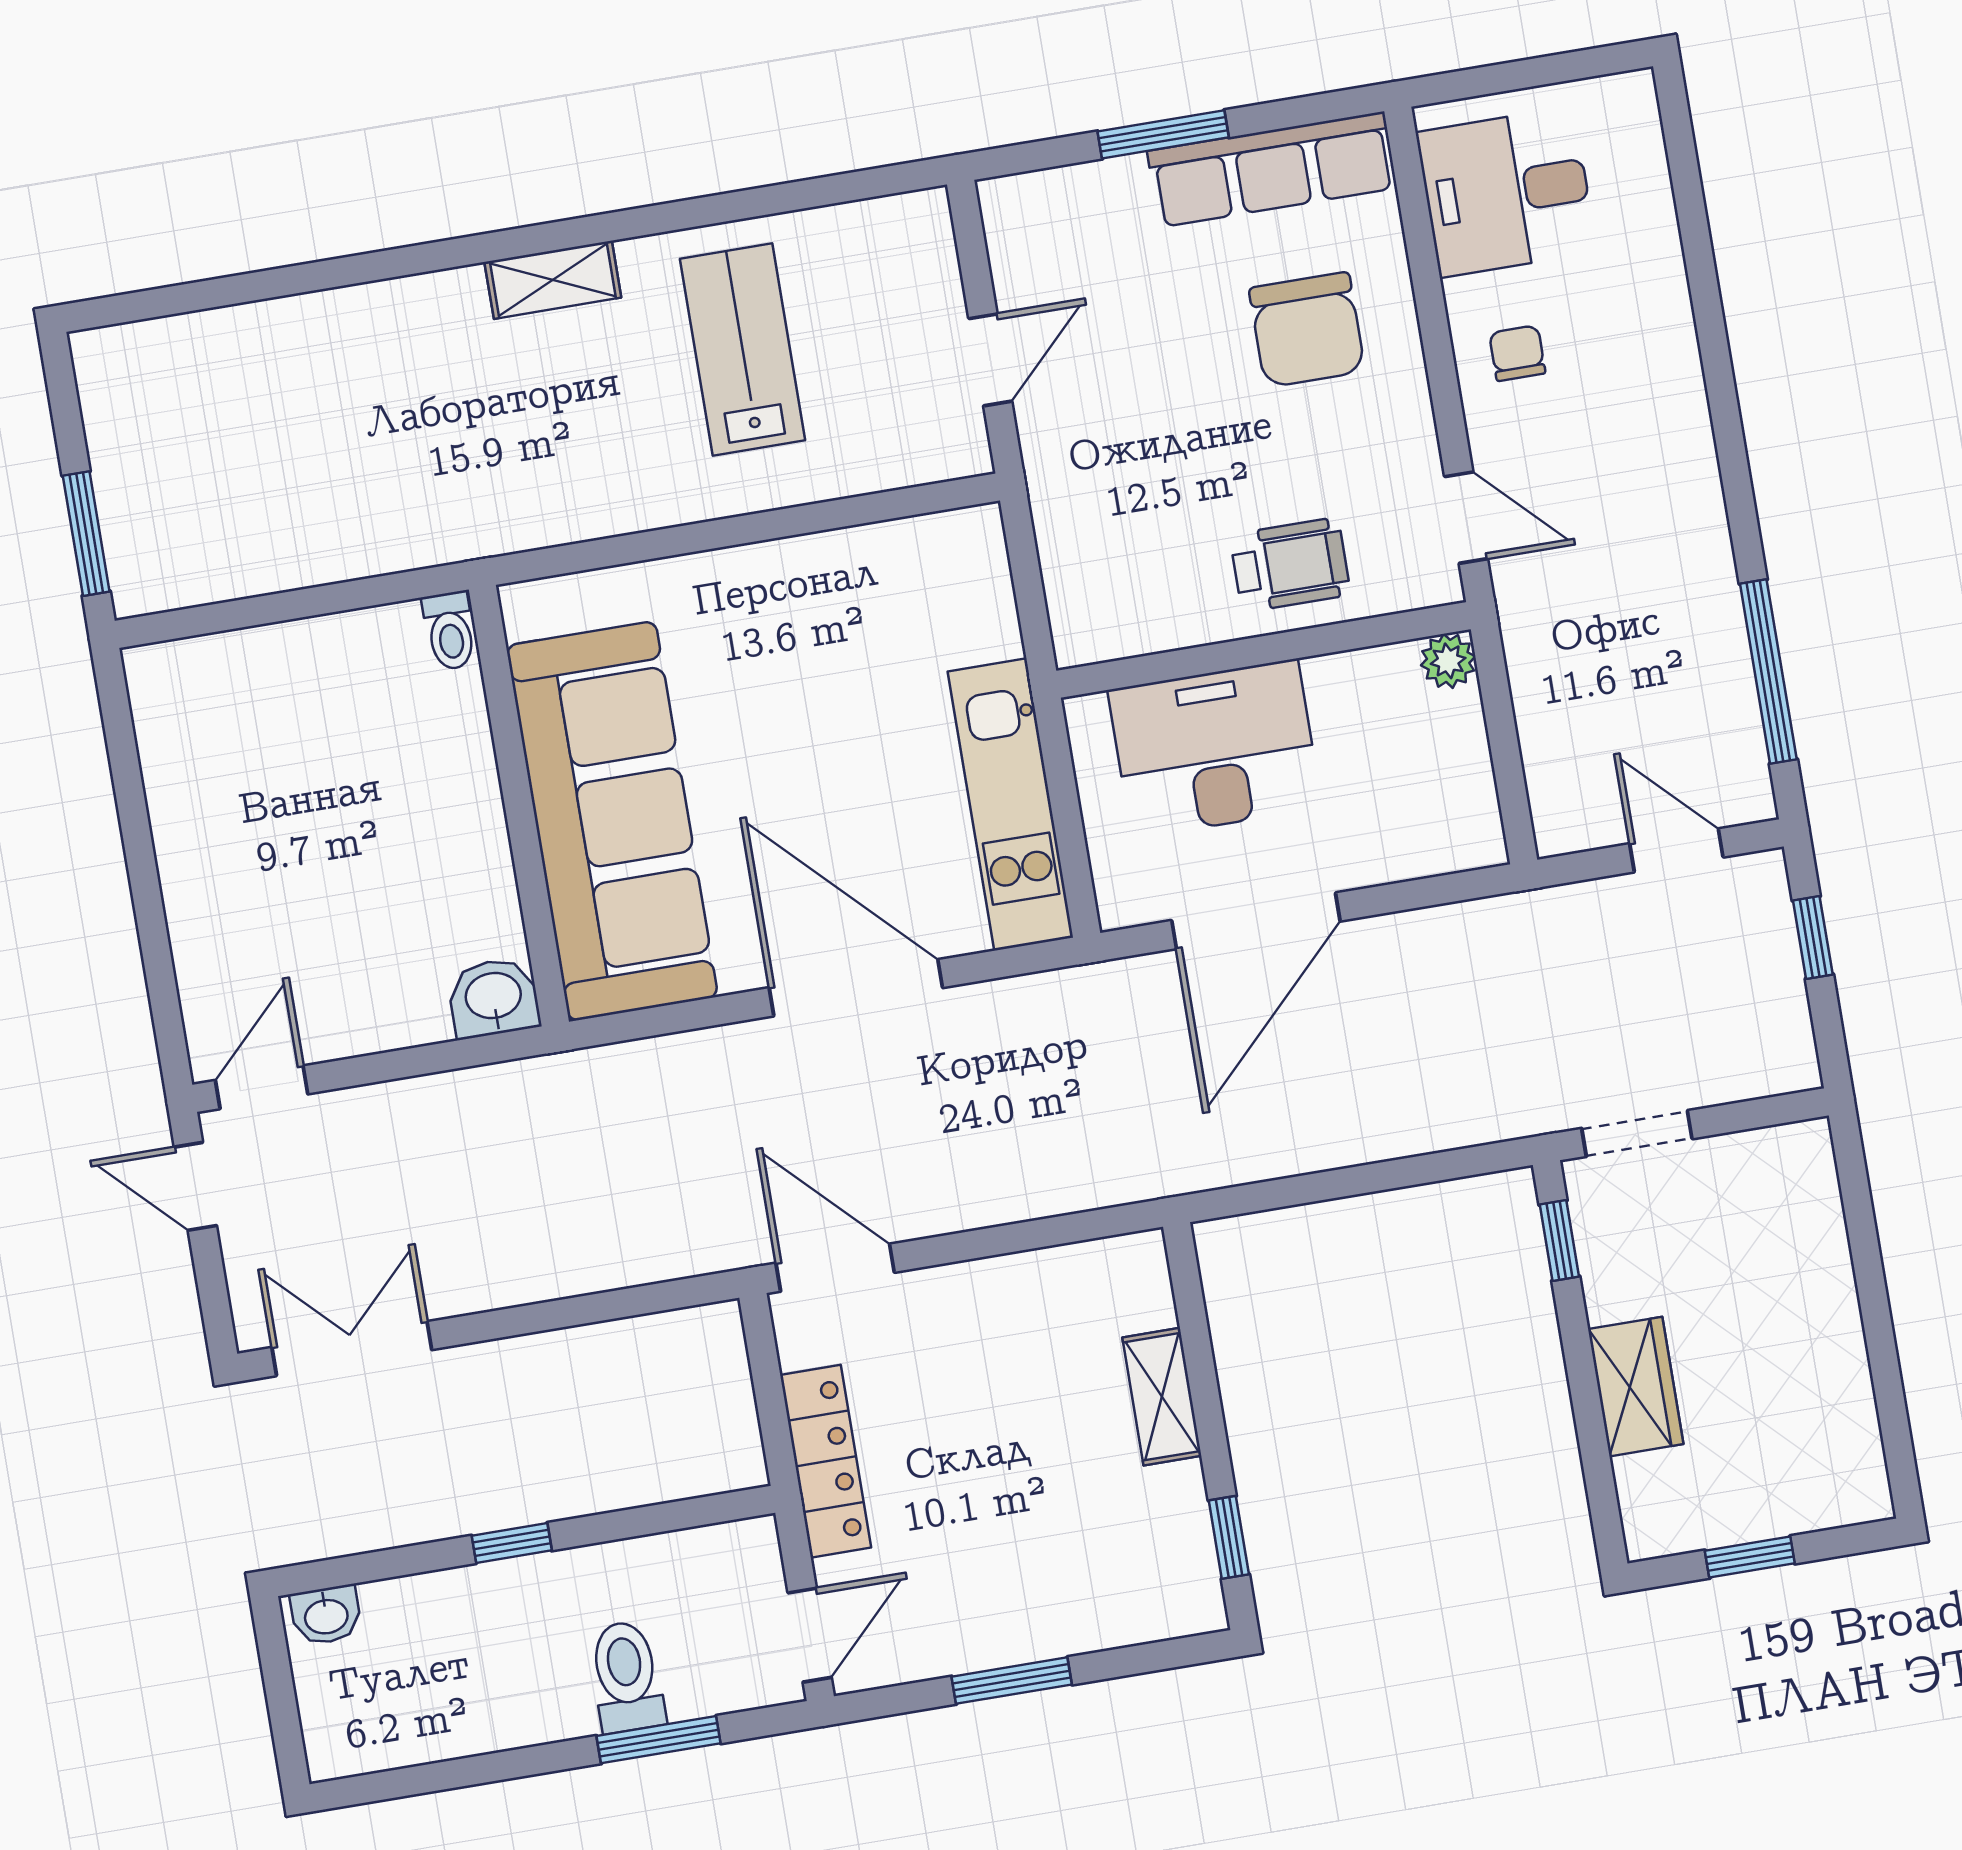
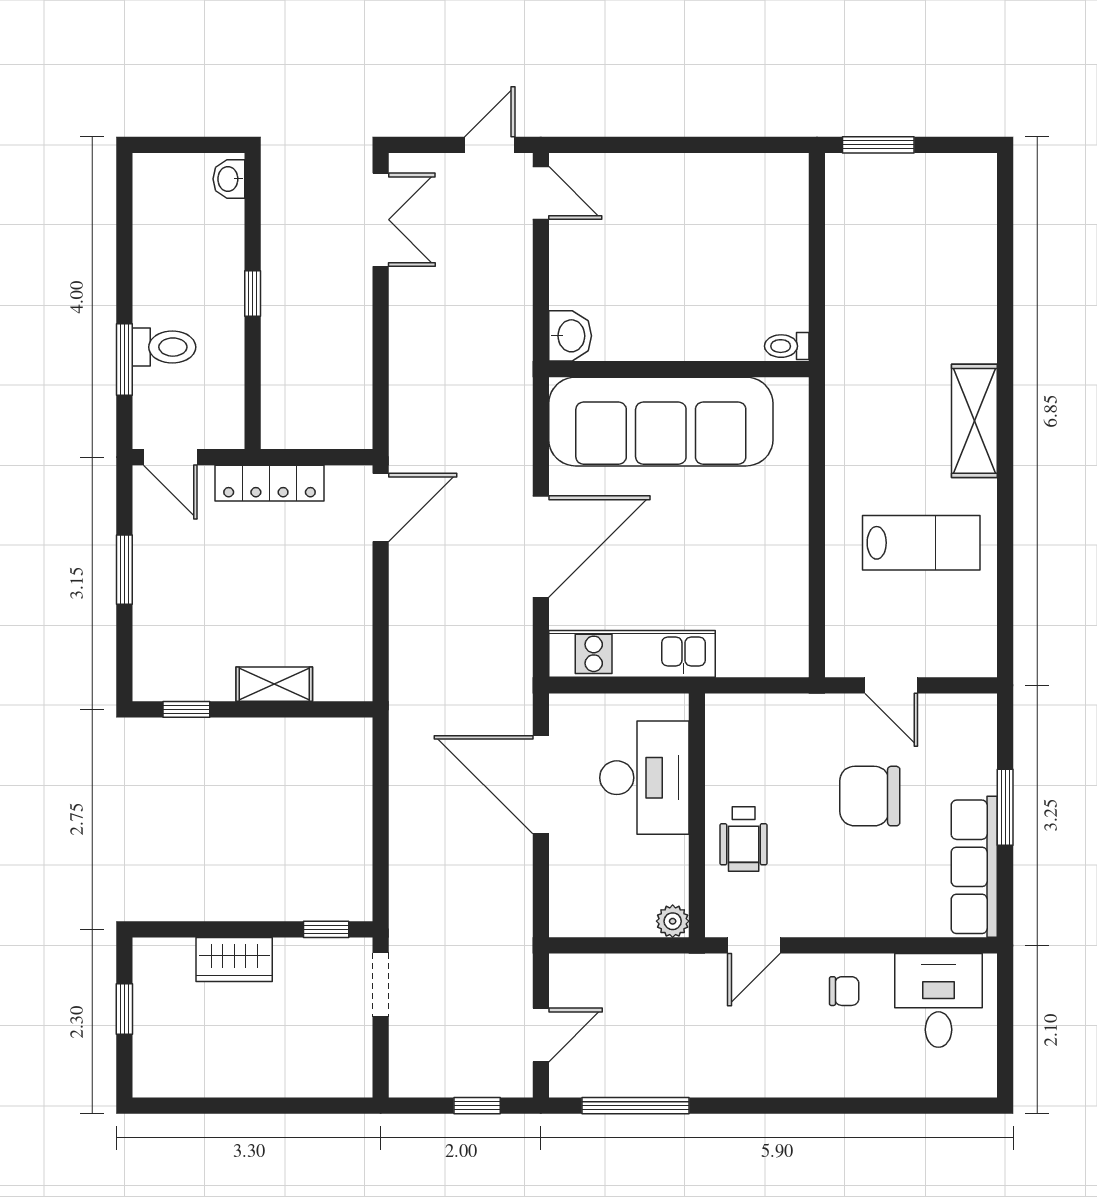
shelving: (553, 280) -> (974, 421), width x1.50, depth x1.33
chair: (1307, 330) -> (870, 796), moved

